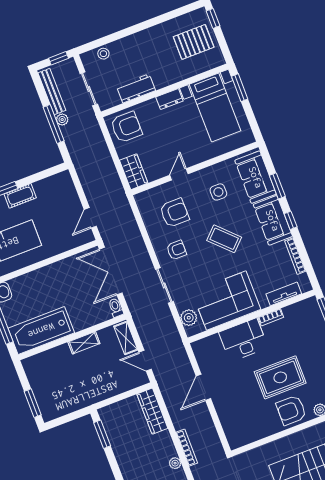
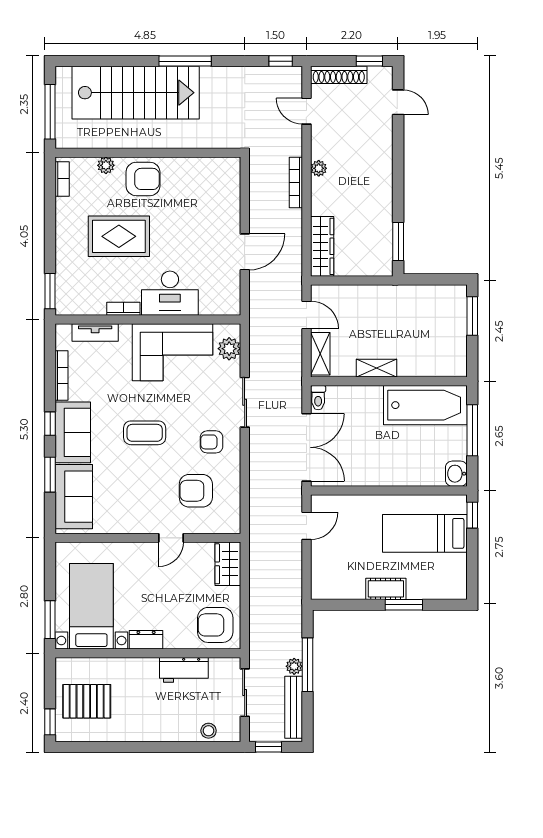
side table: (218, 192) -> (129, 496), removed
coffee table: (224, 239) -> (145, 433), turned -45
rug: (280, 377) -> (119, 236), moved

